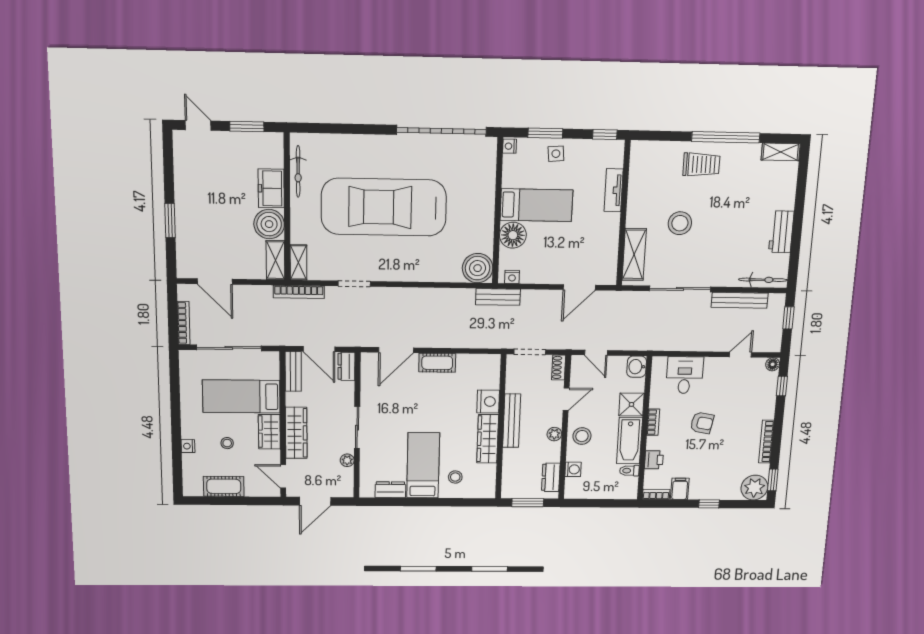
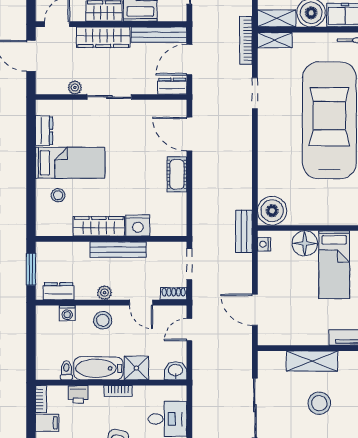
shelving: (634, 254) -> (312, 361), moved
bench: (293, 371) -> (159, 35), width x1.36

